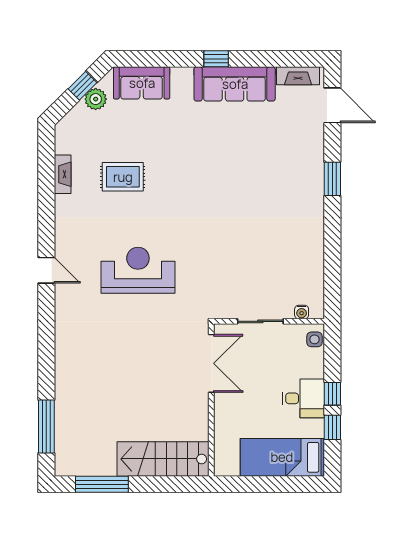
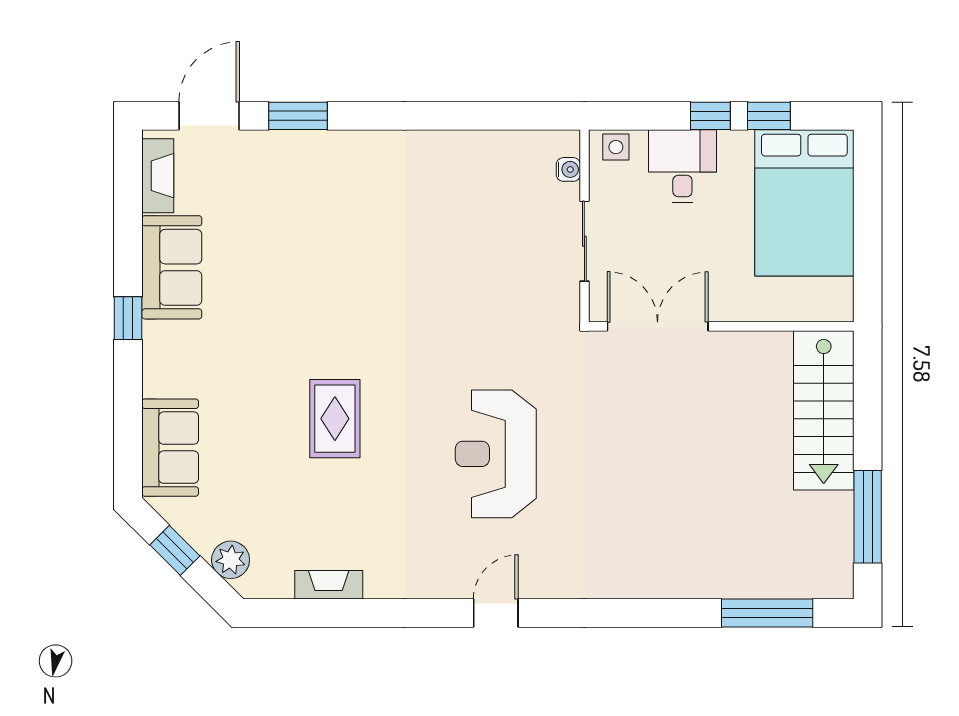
sofa: (235, 84) -> (172, 267), width x0.73
plant: (96, 99) -> (231, 560), moved
rug: (123, 177) -> (335, 419), moved
window: (332, 179) -> (298, 116), moved
desk: (303, 398) -> (682, 166), moved
bed: (282, 457) -> (804, 203), width x1.50

